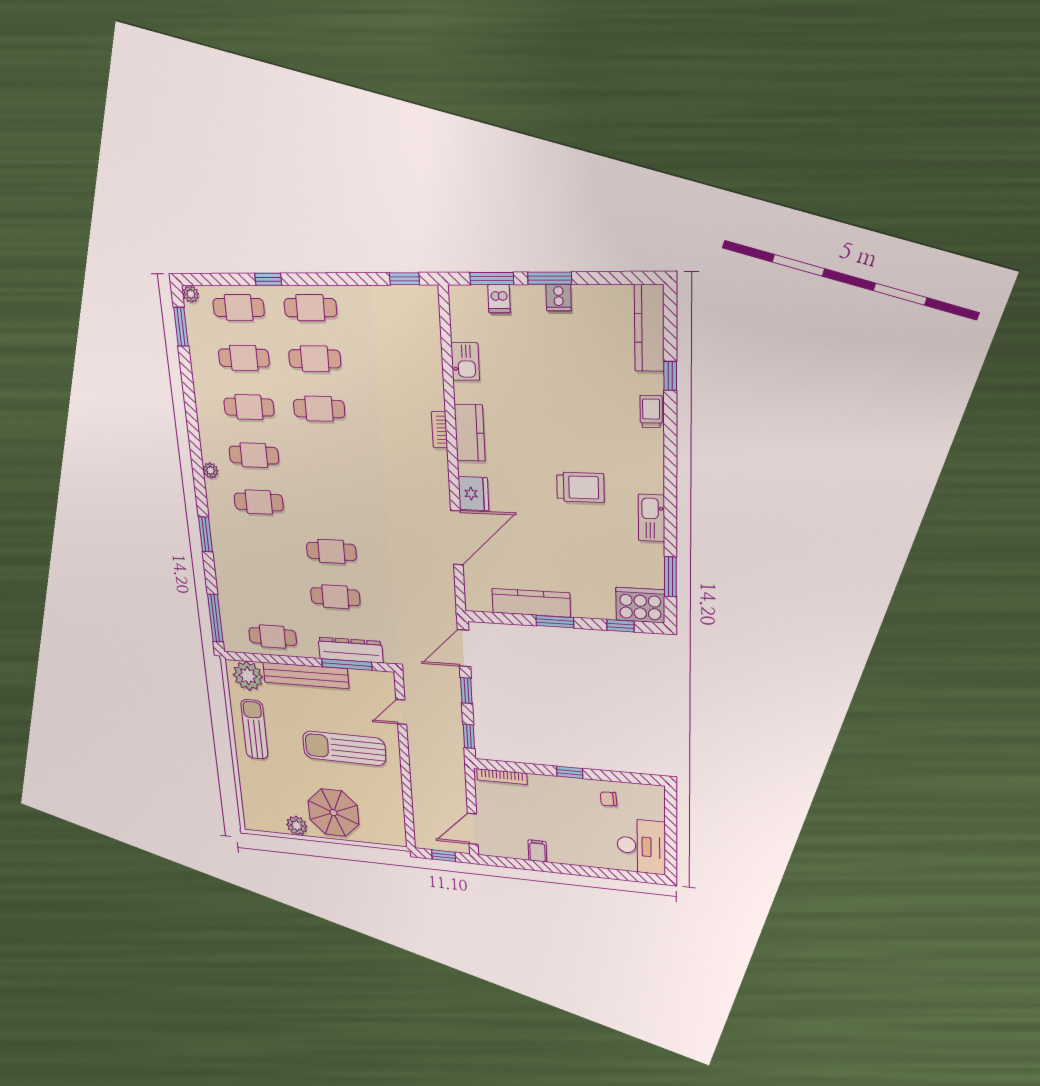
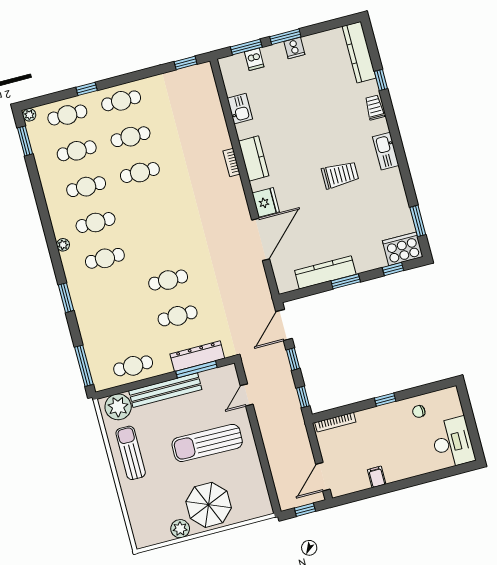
kitchen sink: (651, 518) -> (386, 151), moved

